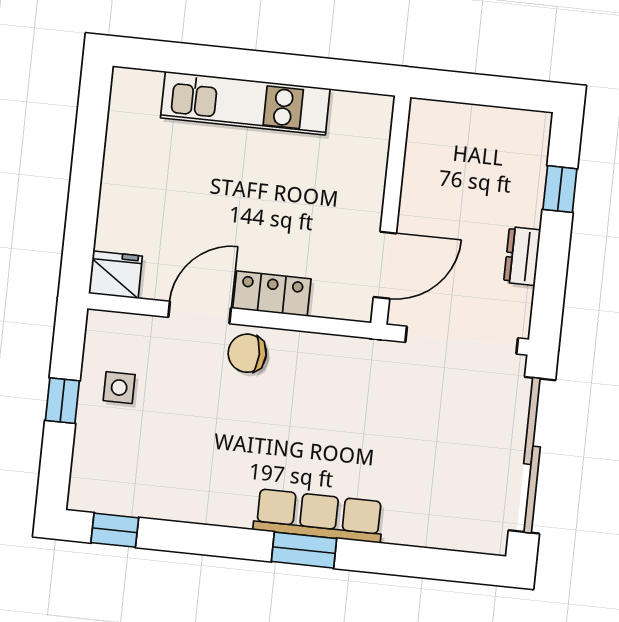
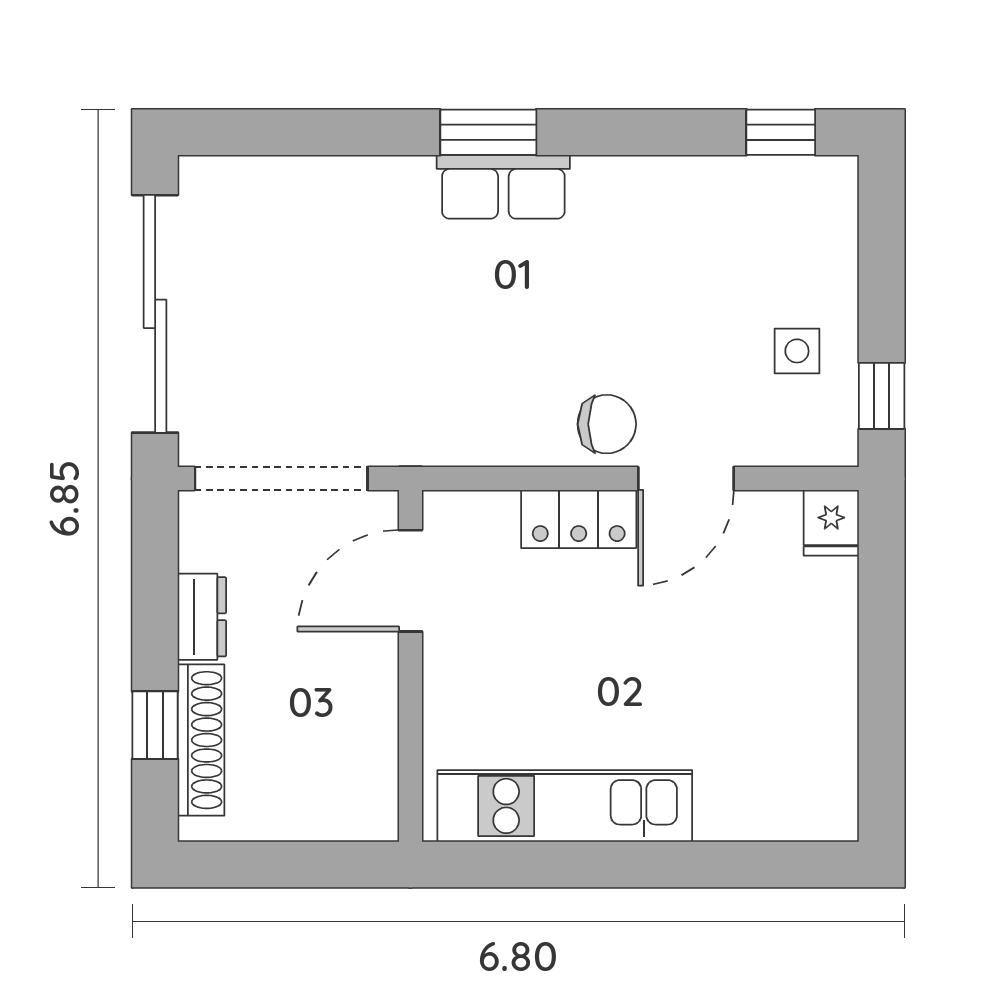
kitchen unit: (245, 103) -> (565, 806), moved
shoe rack: (531, 176) -> (201, 740), added
fridge: (116, 275) -> (831, 523), width x0.72
window: (62, 401) -> (882, 396), moved
row of seats: (319, 516) -> (503, 187), width x0.68

